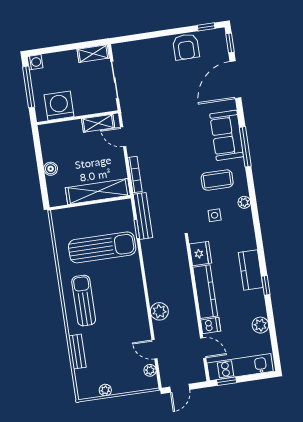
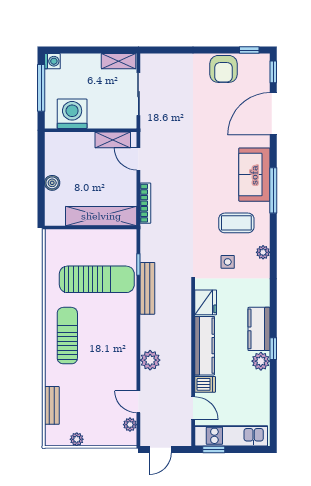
bench: (143, 216) -> (147, 288), moved
plant: (260, 325) -> (261, 361), moved
bench: (77, 352) -> (52, 405), moved

